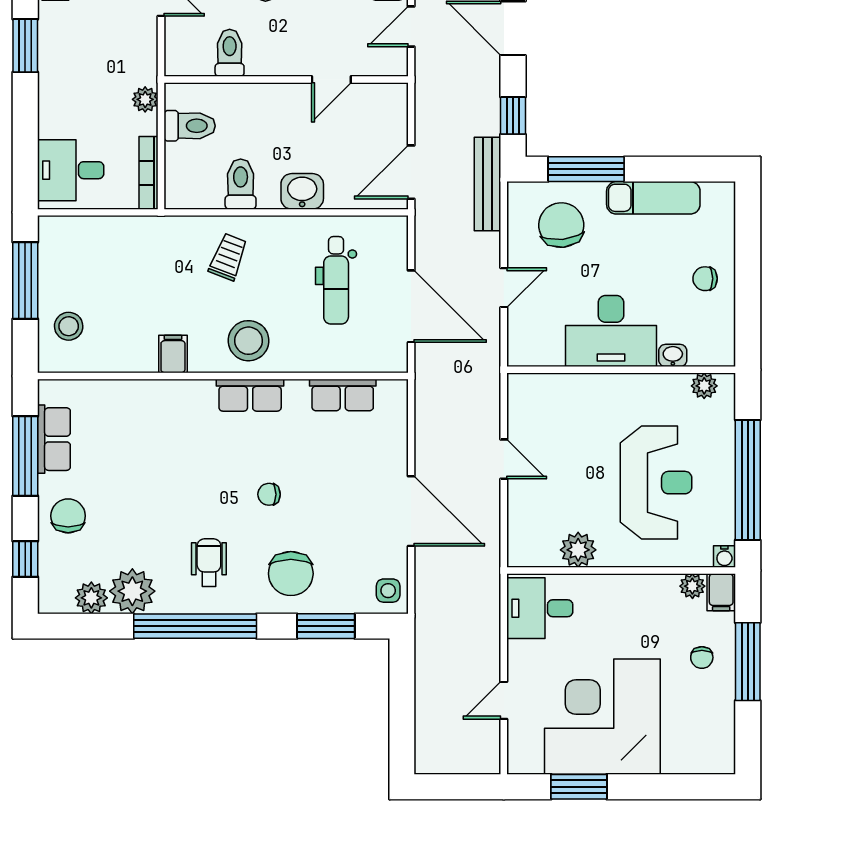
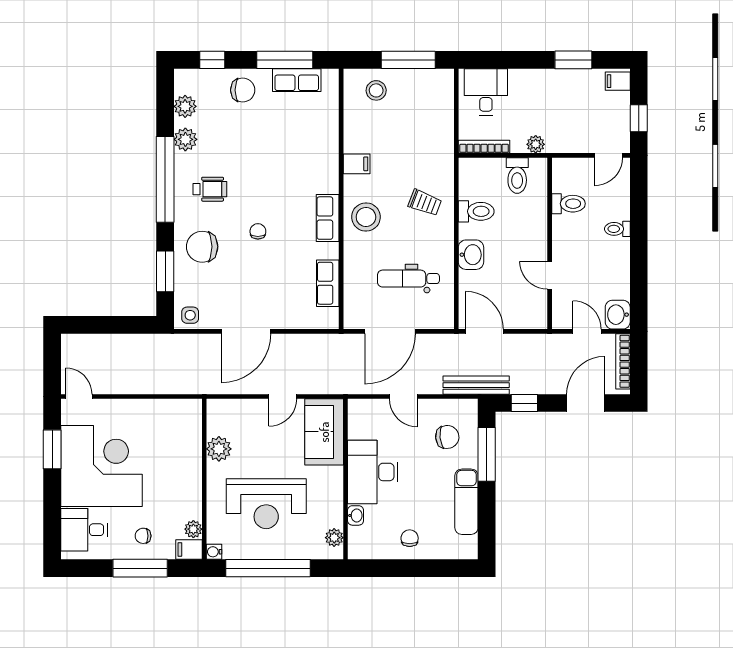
chair: (561, 225) -> (447, 437), width x0.73, depth x0.73
sofa: (554, 400) -> (324, 432), added
plant: (132, 591) -> (185, 139), width x0.73, depth x0.73
desk: (540, 608) -> (84, 530), moved, turned -90
door: (504, 700) -> (79, 397), moved

